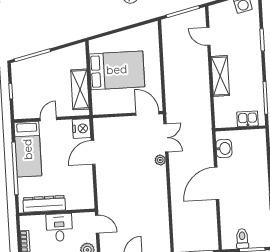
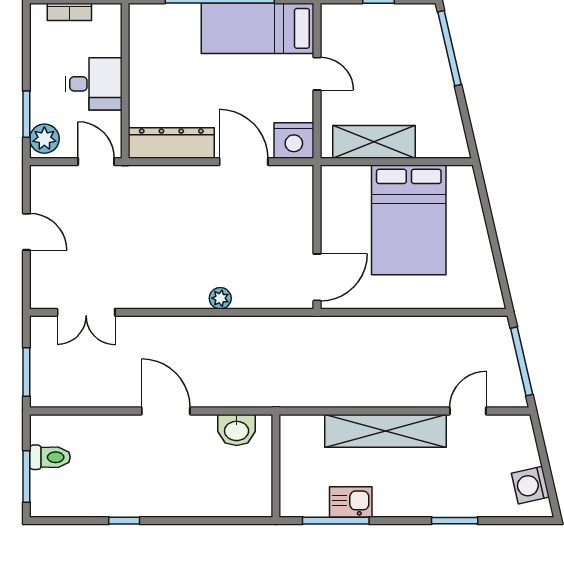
shelving: (220, 76) -> (386, 431), width x1.47
kitchen sink: (248, 119) -> (351, 502), moved, turned -90
double door: (166, 138) -> (86, 312), moved
door: (217, 183) -> (166, 411), width x0.73
dresser: (44, 204) -> (171, 143), moved, turned -90
door: (97, 224) -> (96, 162), swing flipped

